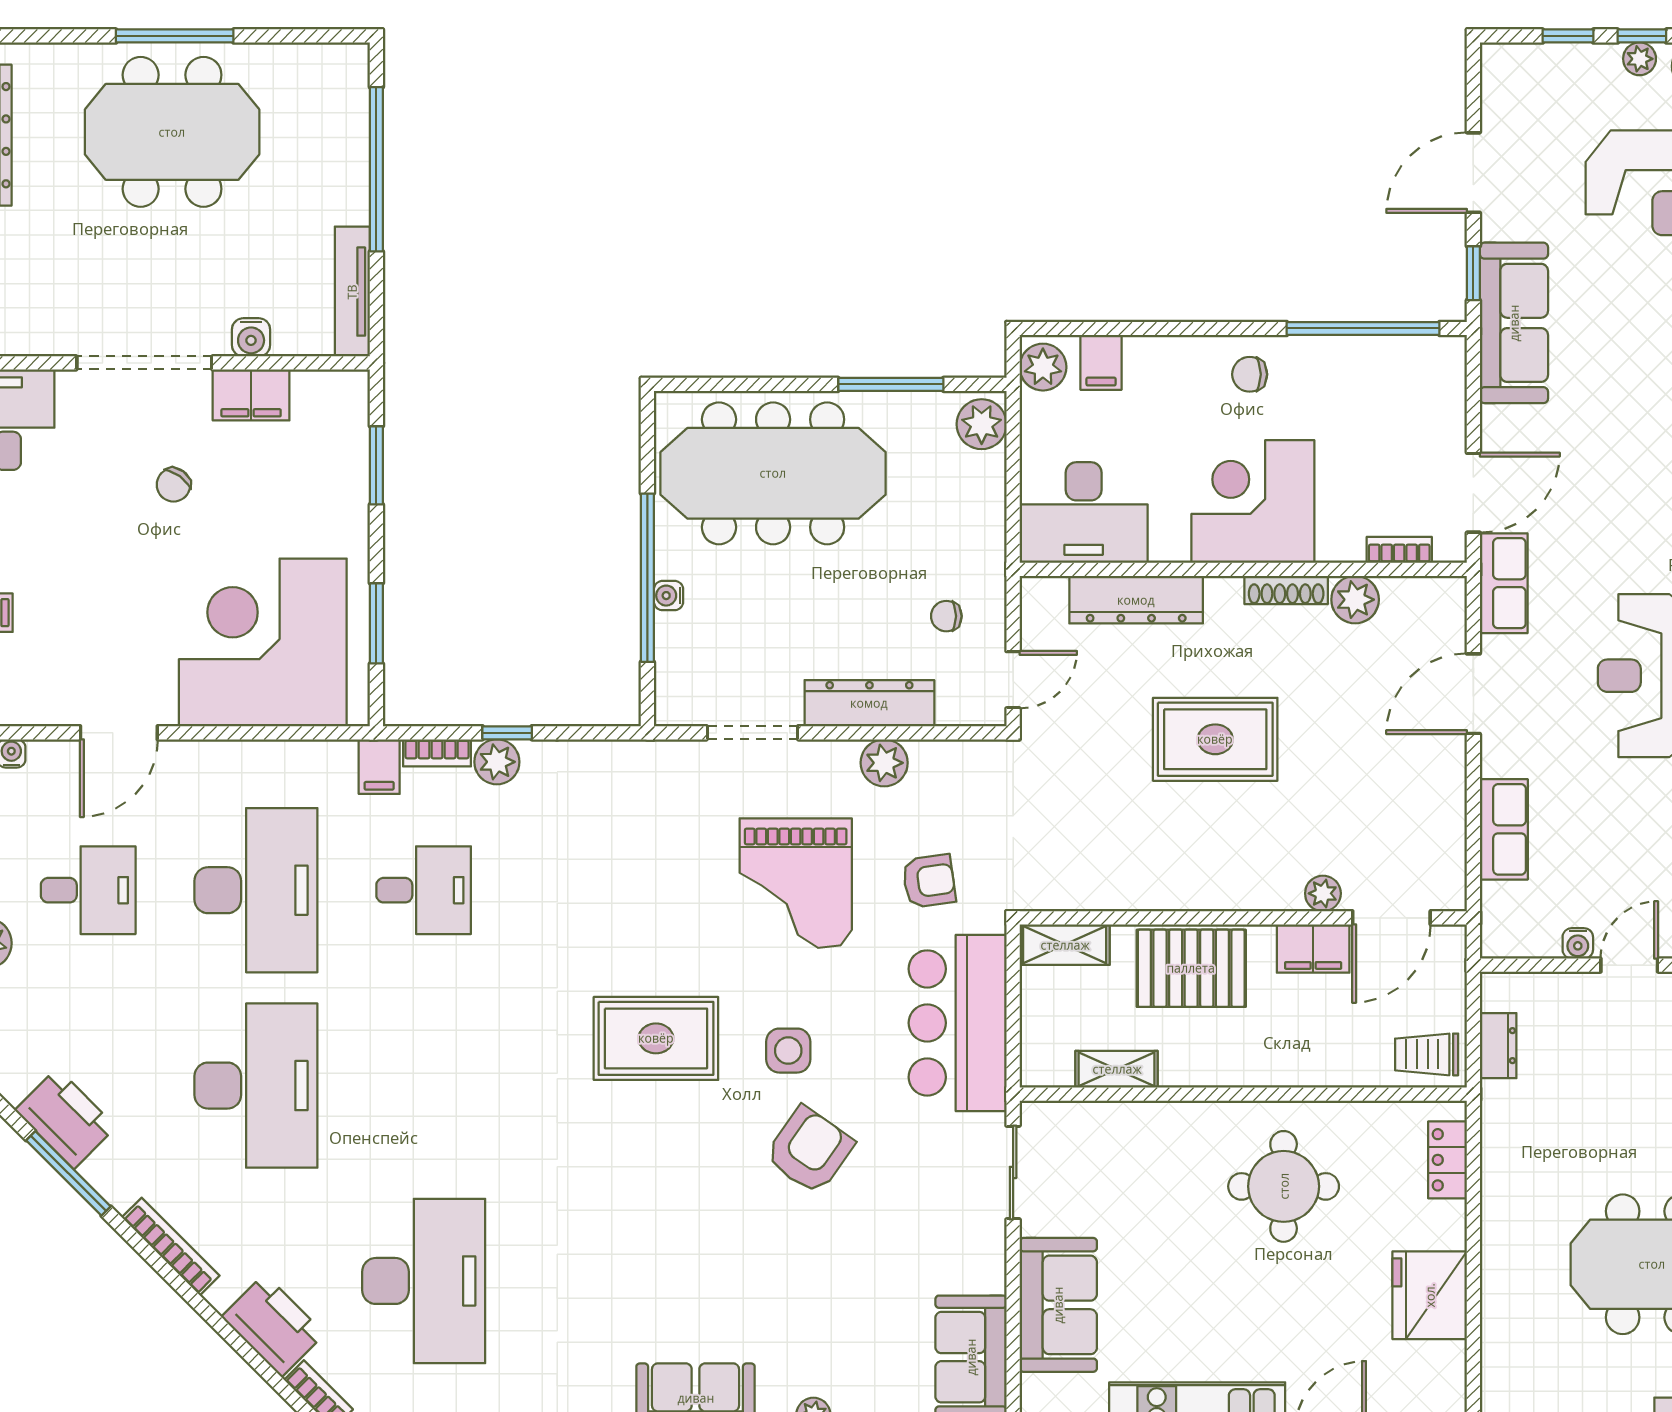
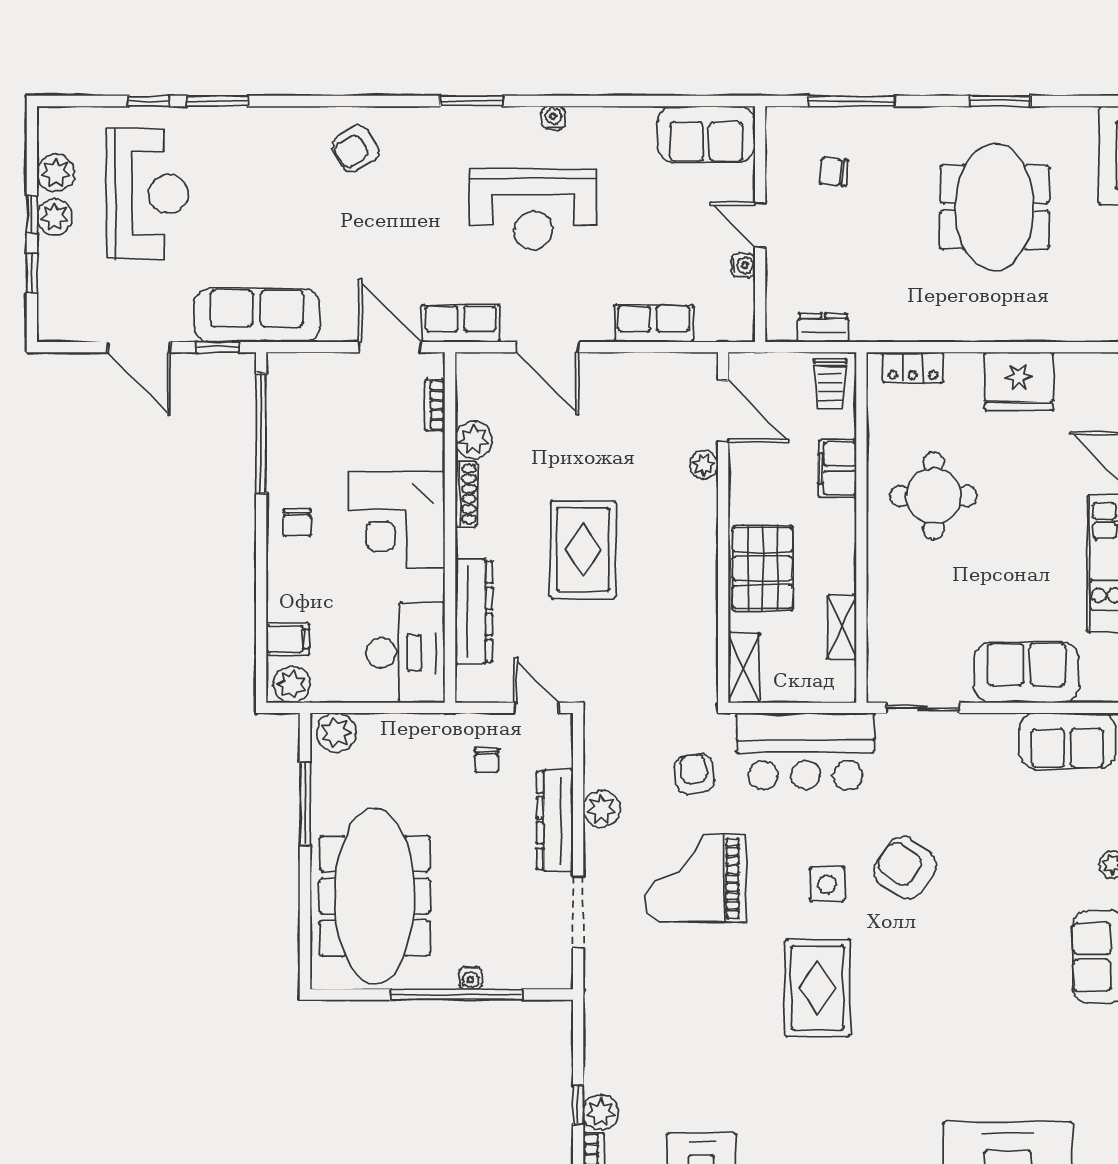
plant: (1640, 59) -> (55, 217), width x1.38, depth x1.38
grand piano: (796, 883) -> (696, 878), turned 180
filing cabinet: (1313, 948) -> (837, 469), moved, turned 180

